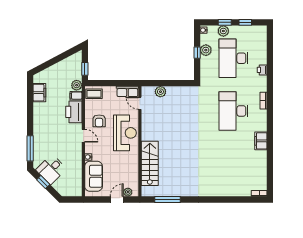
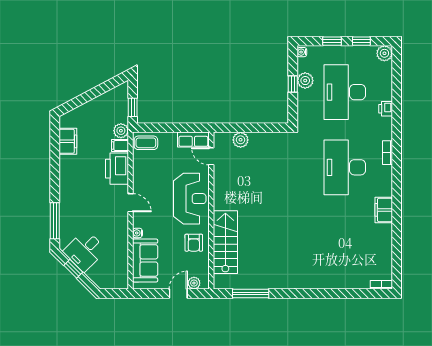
plant: (223, 31) -> (384, 53), moved
armchair: (99, 121) -> (194, 243), moved

